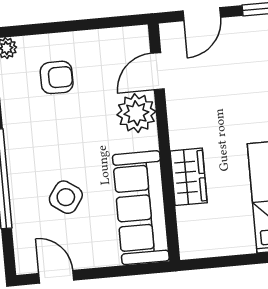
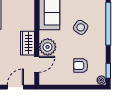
wardrobe: (189, 177) -> (27, 43), moved
side table: (66, 197) -> (81, 27), moved

